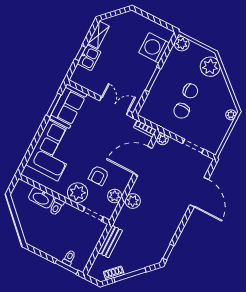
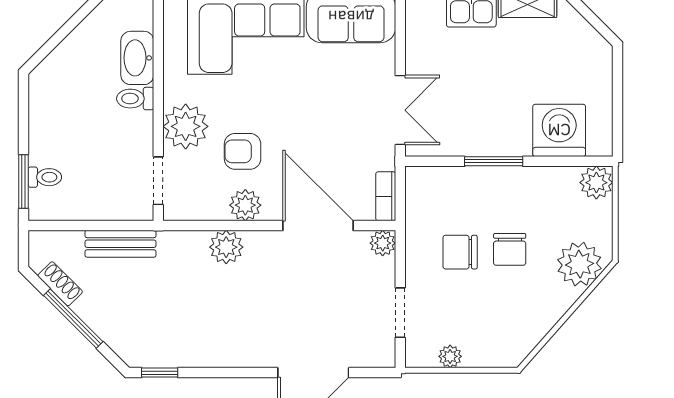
plant: (231, 115) -> (450, 356), moved
plant: (115, 196) -> (245, 205), moved

